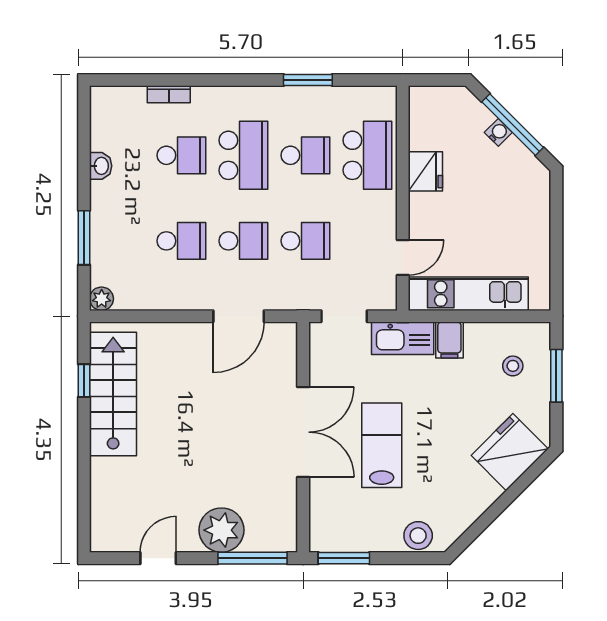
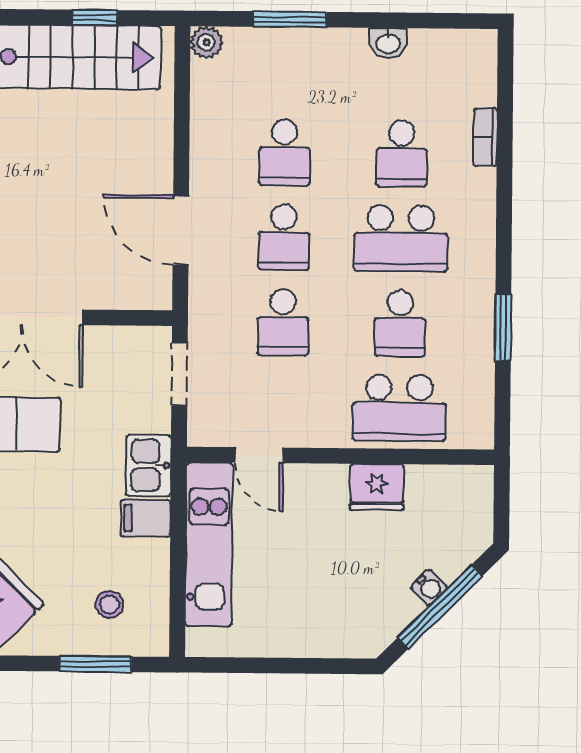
kitchen sink: (403, 338) -> (149, 465), width x0.73

